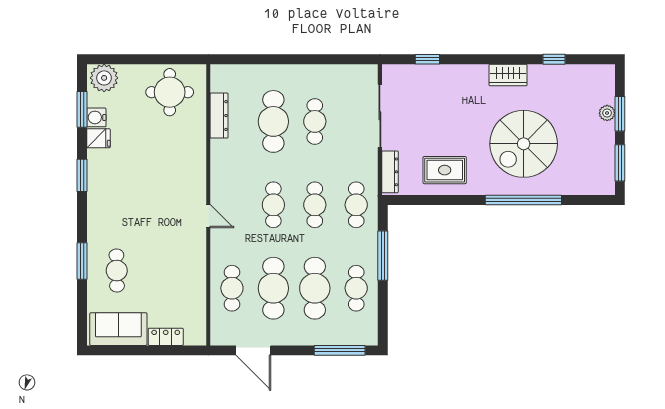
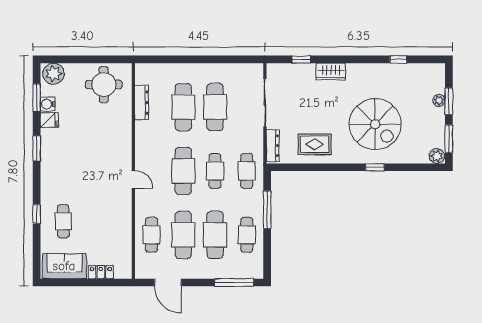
wardrobe: (508, 75) -> (331, 71), moved
cafe table: (315, 121) -> (215, 107), width x1.37, depth x1.35
spiral stairs: (524, 144) -> (375, 124), turned -90
plant: (604, 185) -> (437, 156), added
window: (523, 200) -> (375, 167), width x0.32
cafe table: (273, 205) -> (183, 171), width x1.37, depth x1.35
window: (82, 261) -> (37, 214), width x0.67

